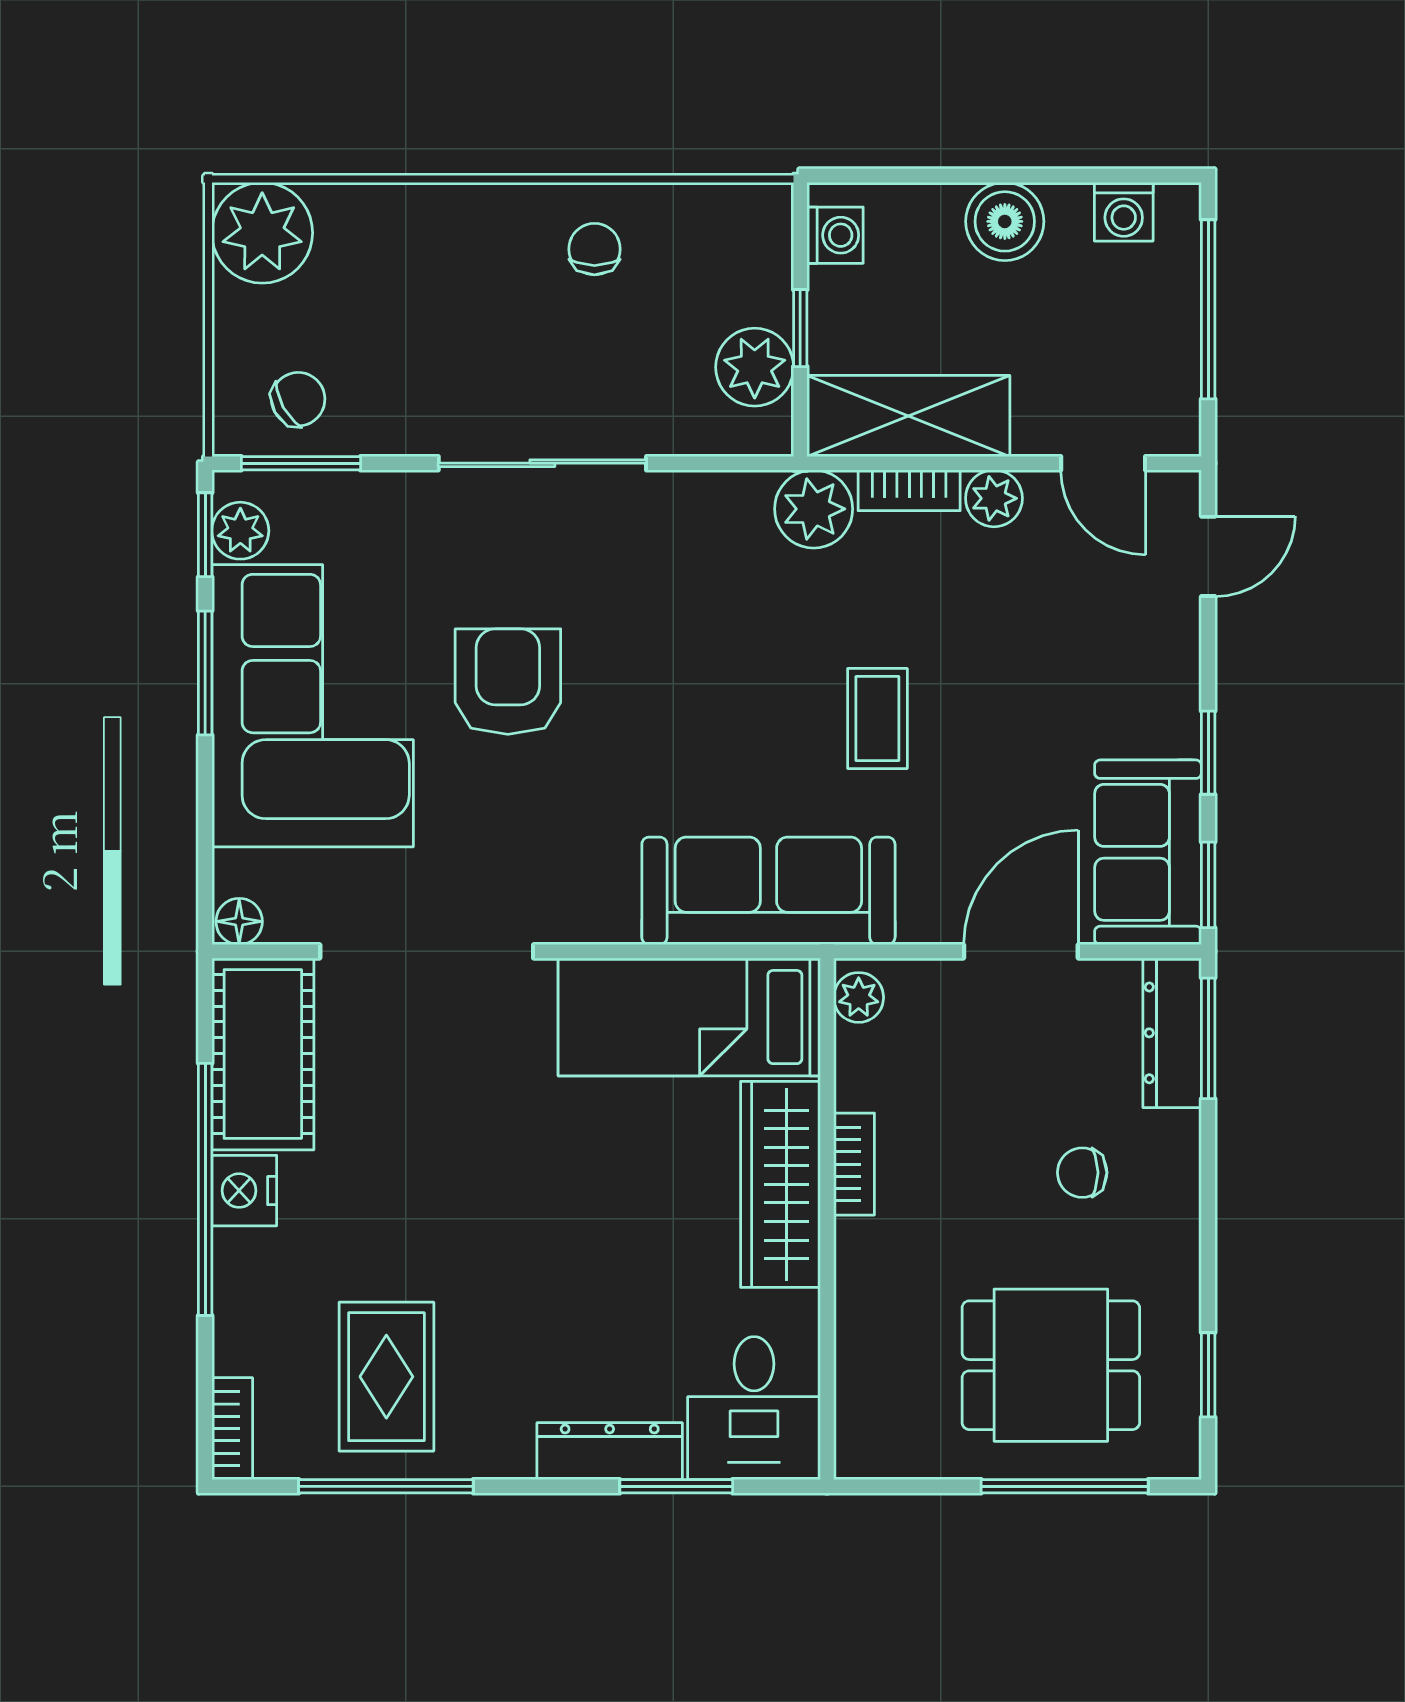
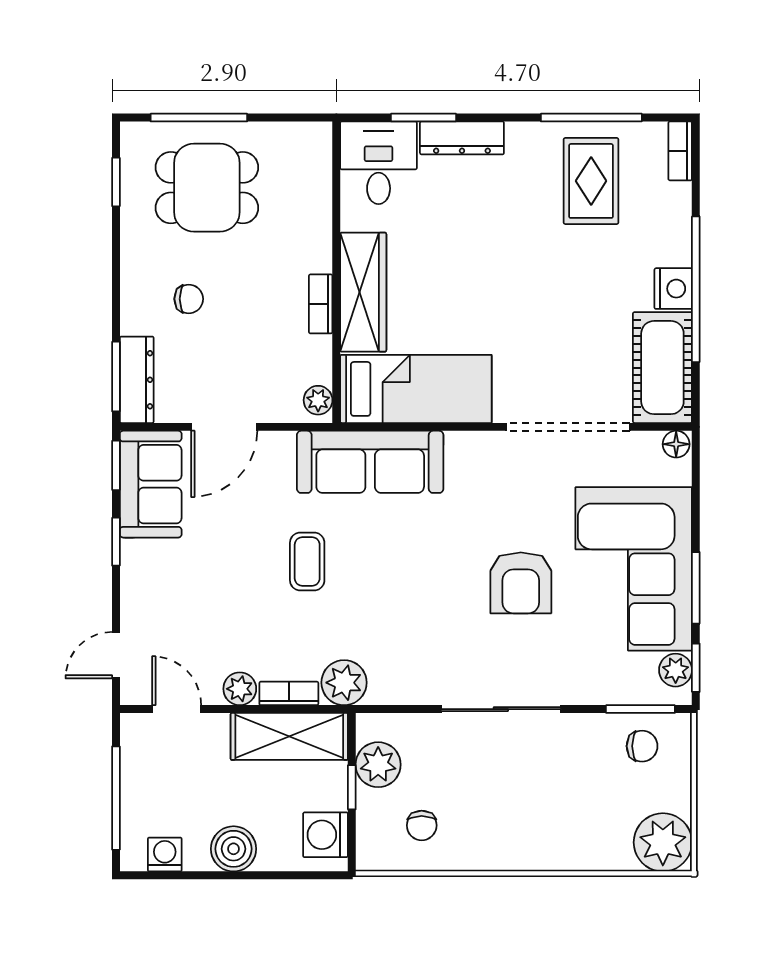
washing machine: (835, 235) -> (325, 835), width x1.38, depth x1.38
chair: (594, 249) -> (422, 825), moved
chair: (298, 399) -> (642, 746), turned -151

